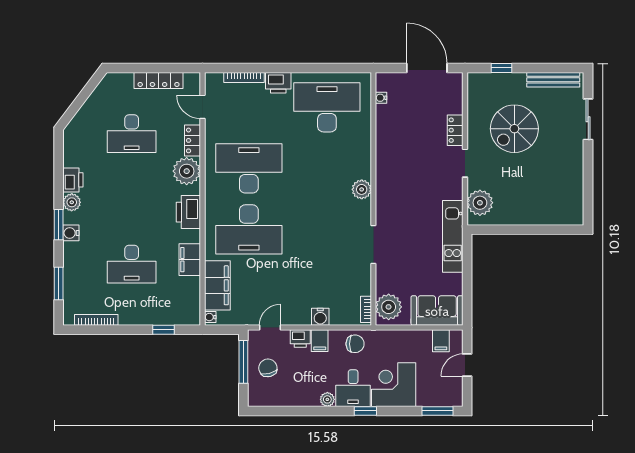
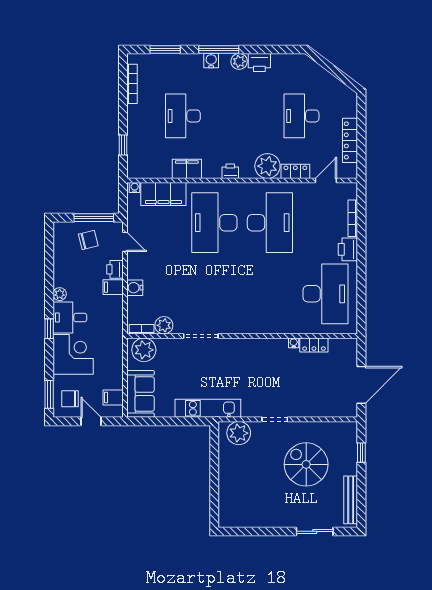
water cooler: (381, 98) -> (294, 343), moved
locker: (455, 130) -> (314, 345), moved, turned 180
plant: (362, 189) -> (164, 325), moved
printer: (188, 212) -> (230, 171), width x0.53, depth x0.68
window: (59, 225) -> (219, 49), width x1.44
chair: (355, 344) -> (70, 399), moved, turned 90

